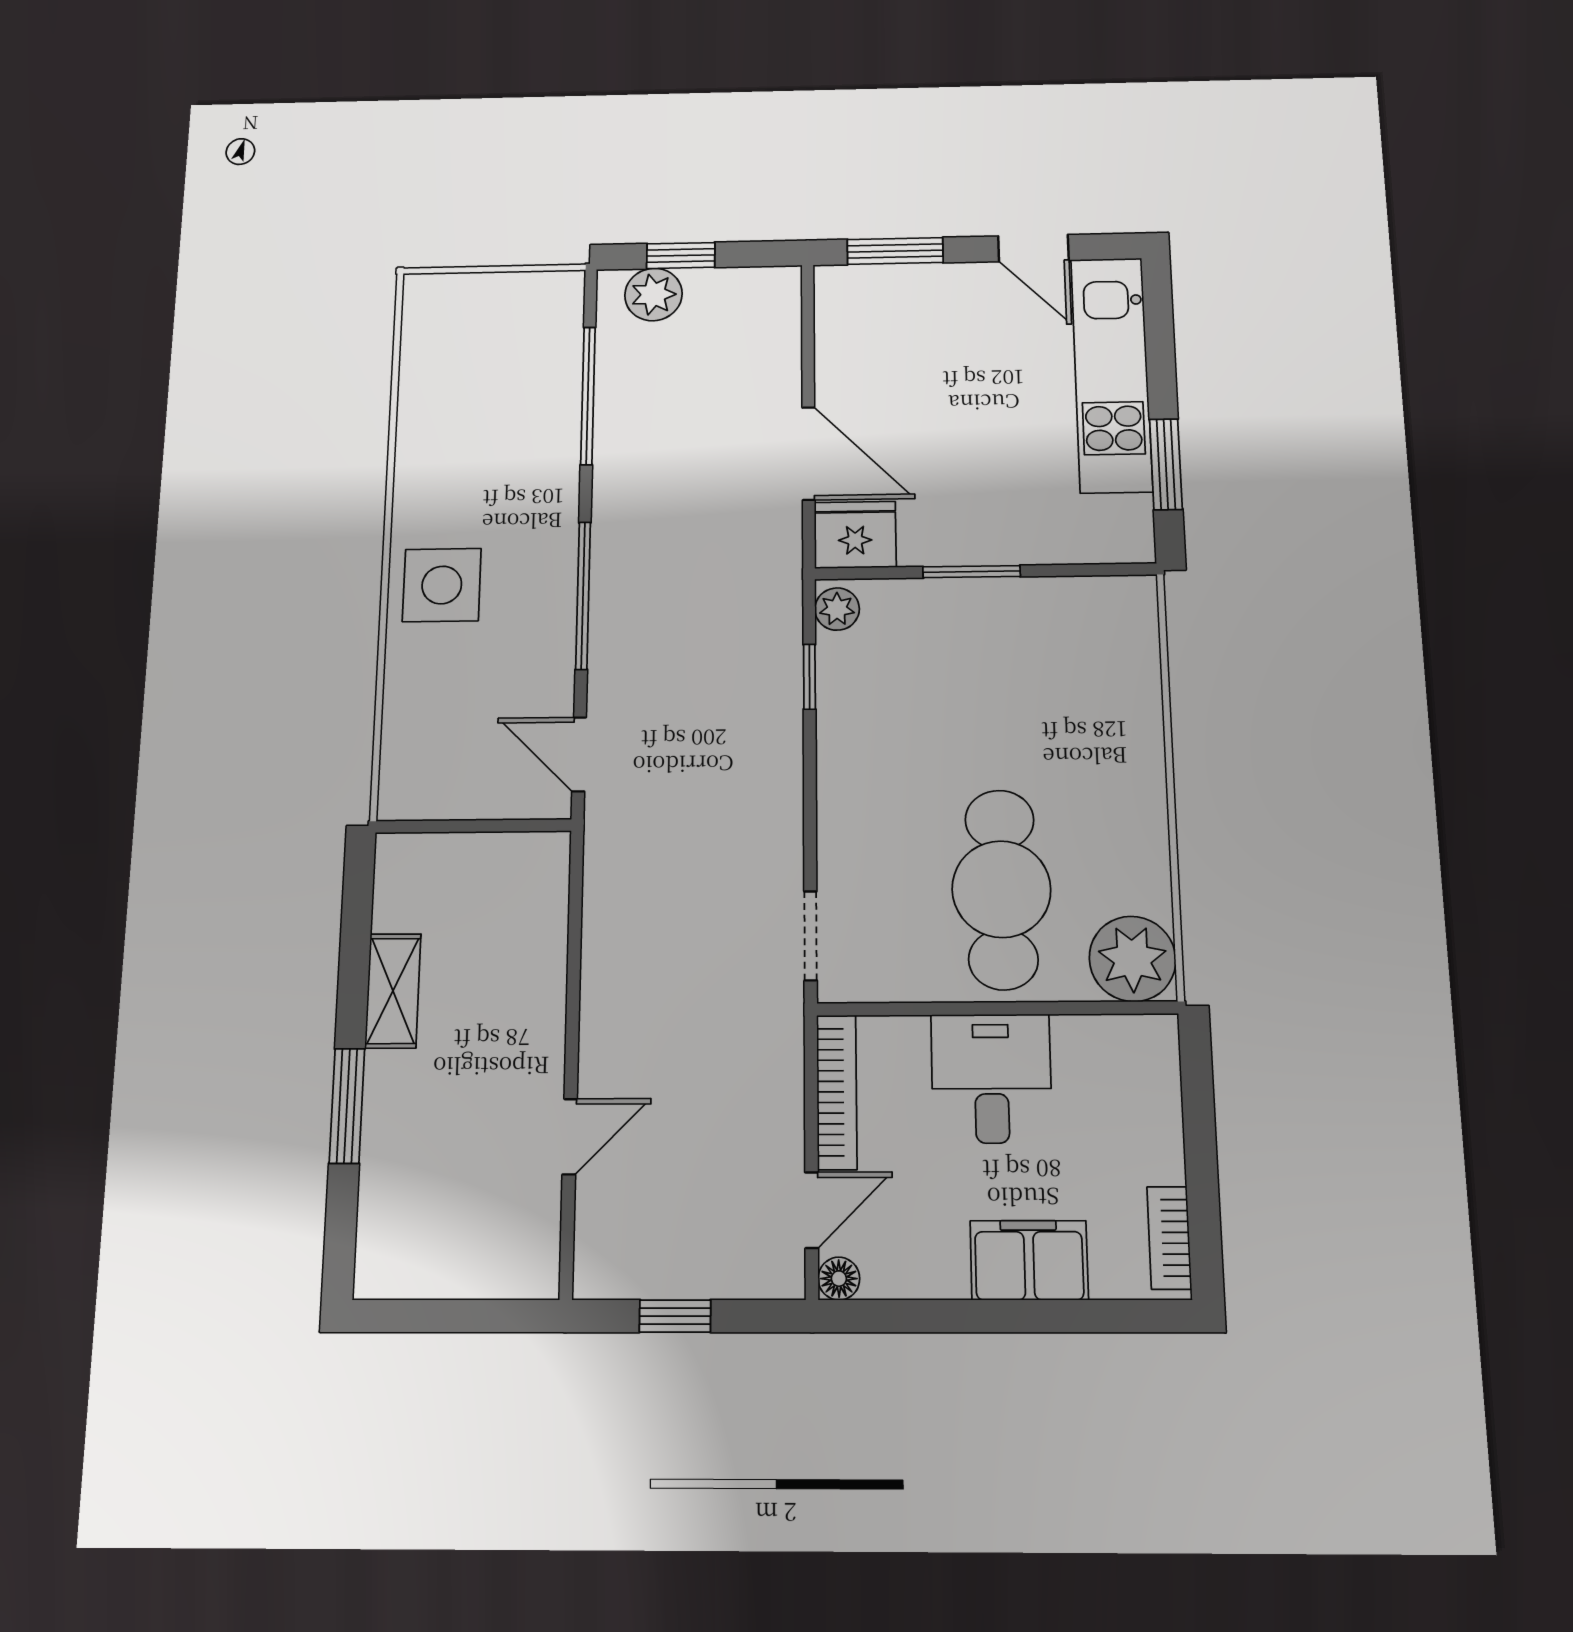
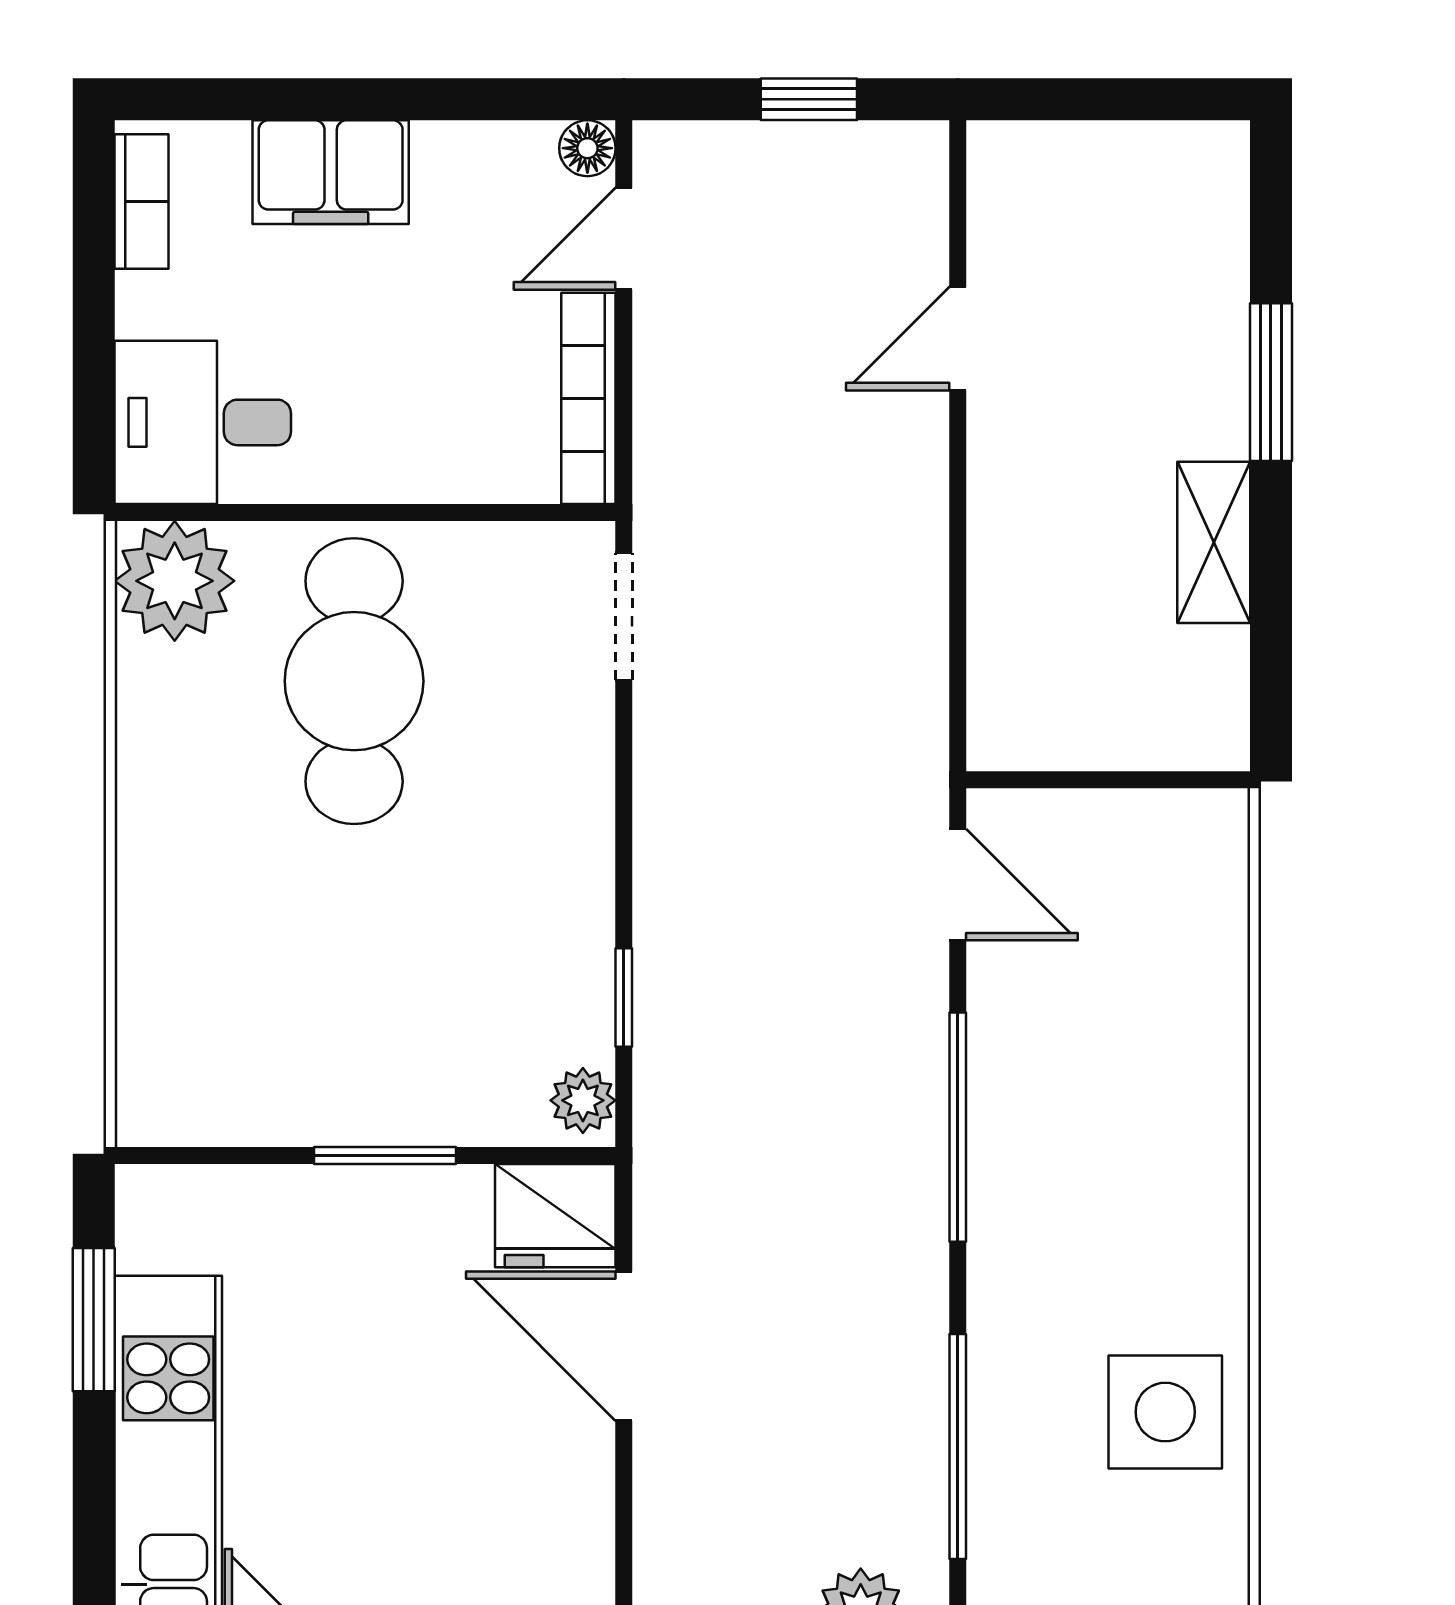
side table: (442, 585) -> (1165, 1412), moved
desk: (991, 1078) -> (203, 422), moved, turned 90

